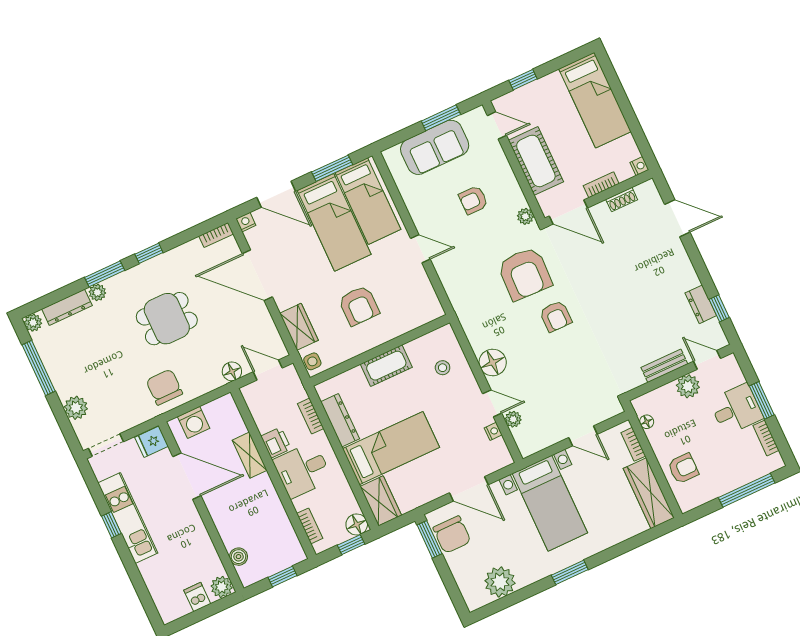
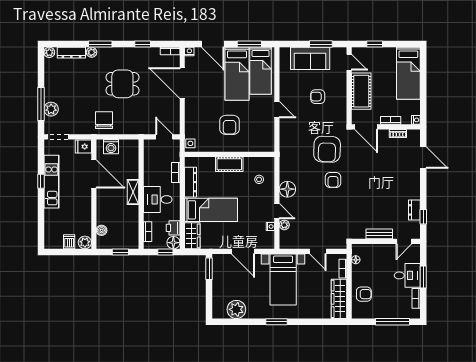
plant: (525, 216) -> (342, 118), removed
window: (149, 253) -> (143, 44), moved
wardrobe: (299, 327) -> (192, 121), removed
door: (707, 360) -> (404, 241), swing flipped
window: (39, 368) -> (41, 104), moved
floor lamp: (232, 371) -> (144, 129), removed
plant: (688, 386) -> (387, 251), removed
printer: (276, 443) -> (173, 228), moved, turned 180
shelving: (250, 455) -> (133, 192), moved
chair: (452, 535) -> (222, 272), removed

